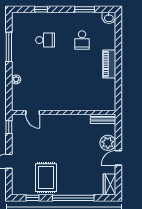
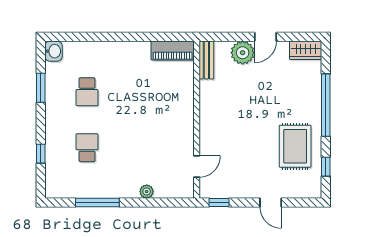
school desk: (82, 40) -> (87, 92), turned 90
piano: (109, 64) -> (173, 51), moved
door: (118, 158) -> (265, 37), hinge flipped
rug: (46, 178) -> (295, 146), turned 90

